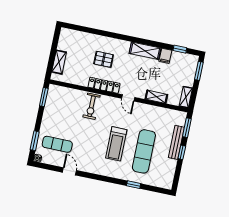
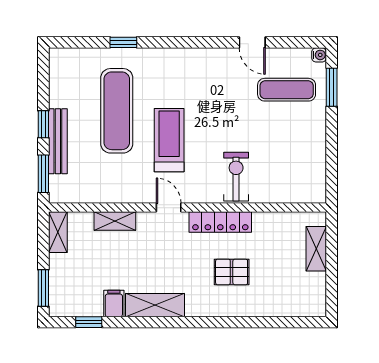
window: (44, 97) -> (332, 175), removed
treadmill: (116, 144) -> (169, 140), moved

